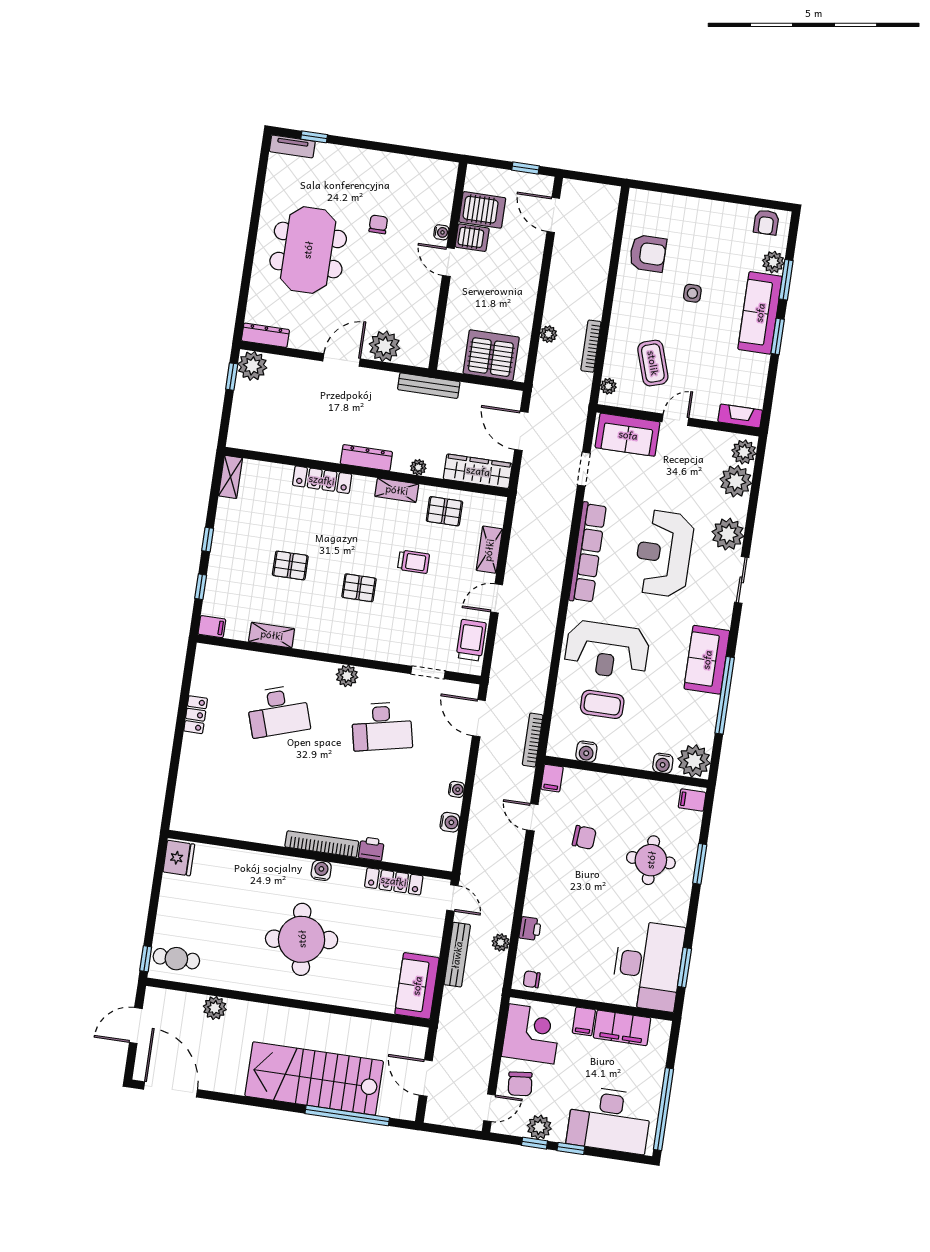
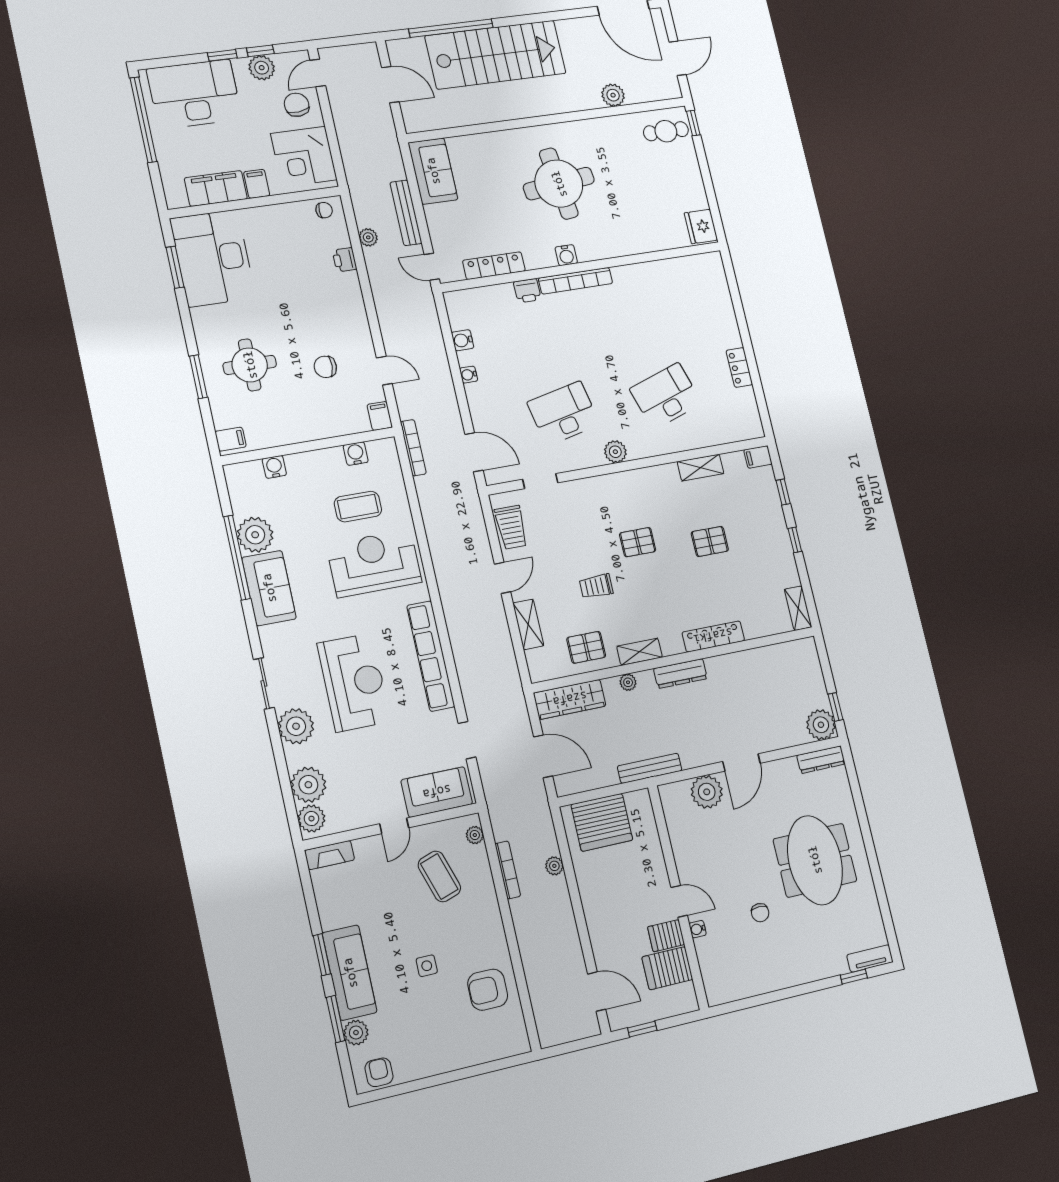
plant: (694, 761) -> (255, 535), moved

